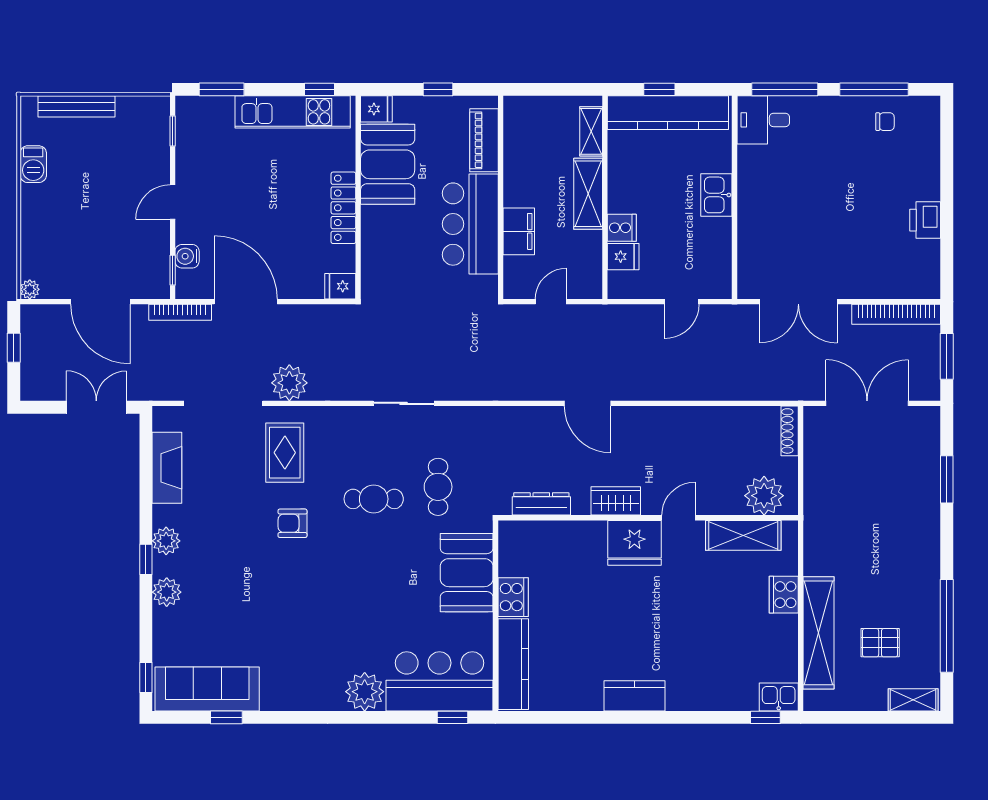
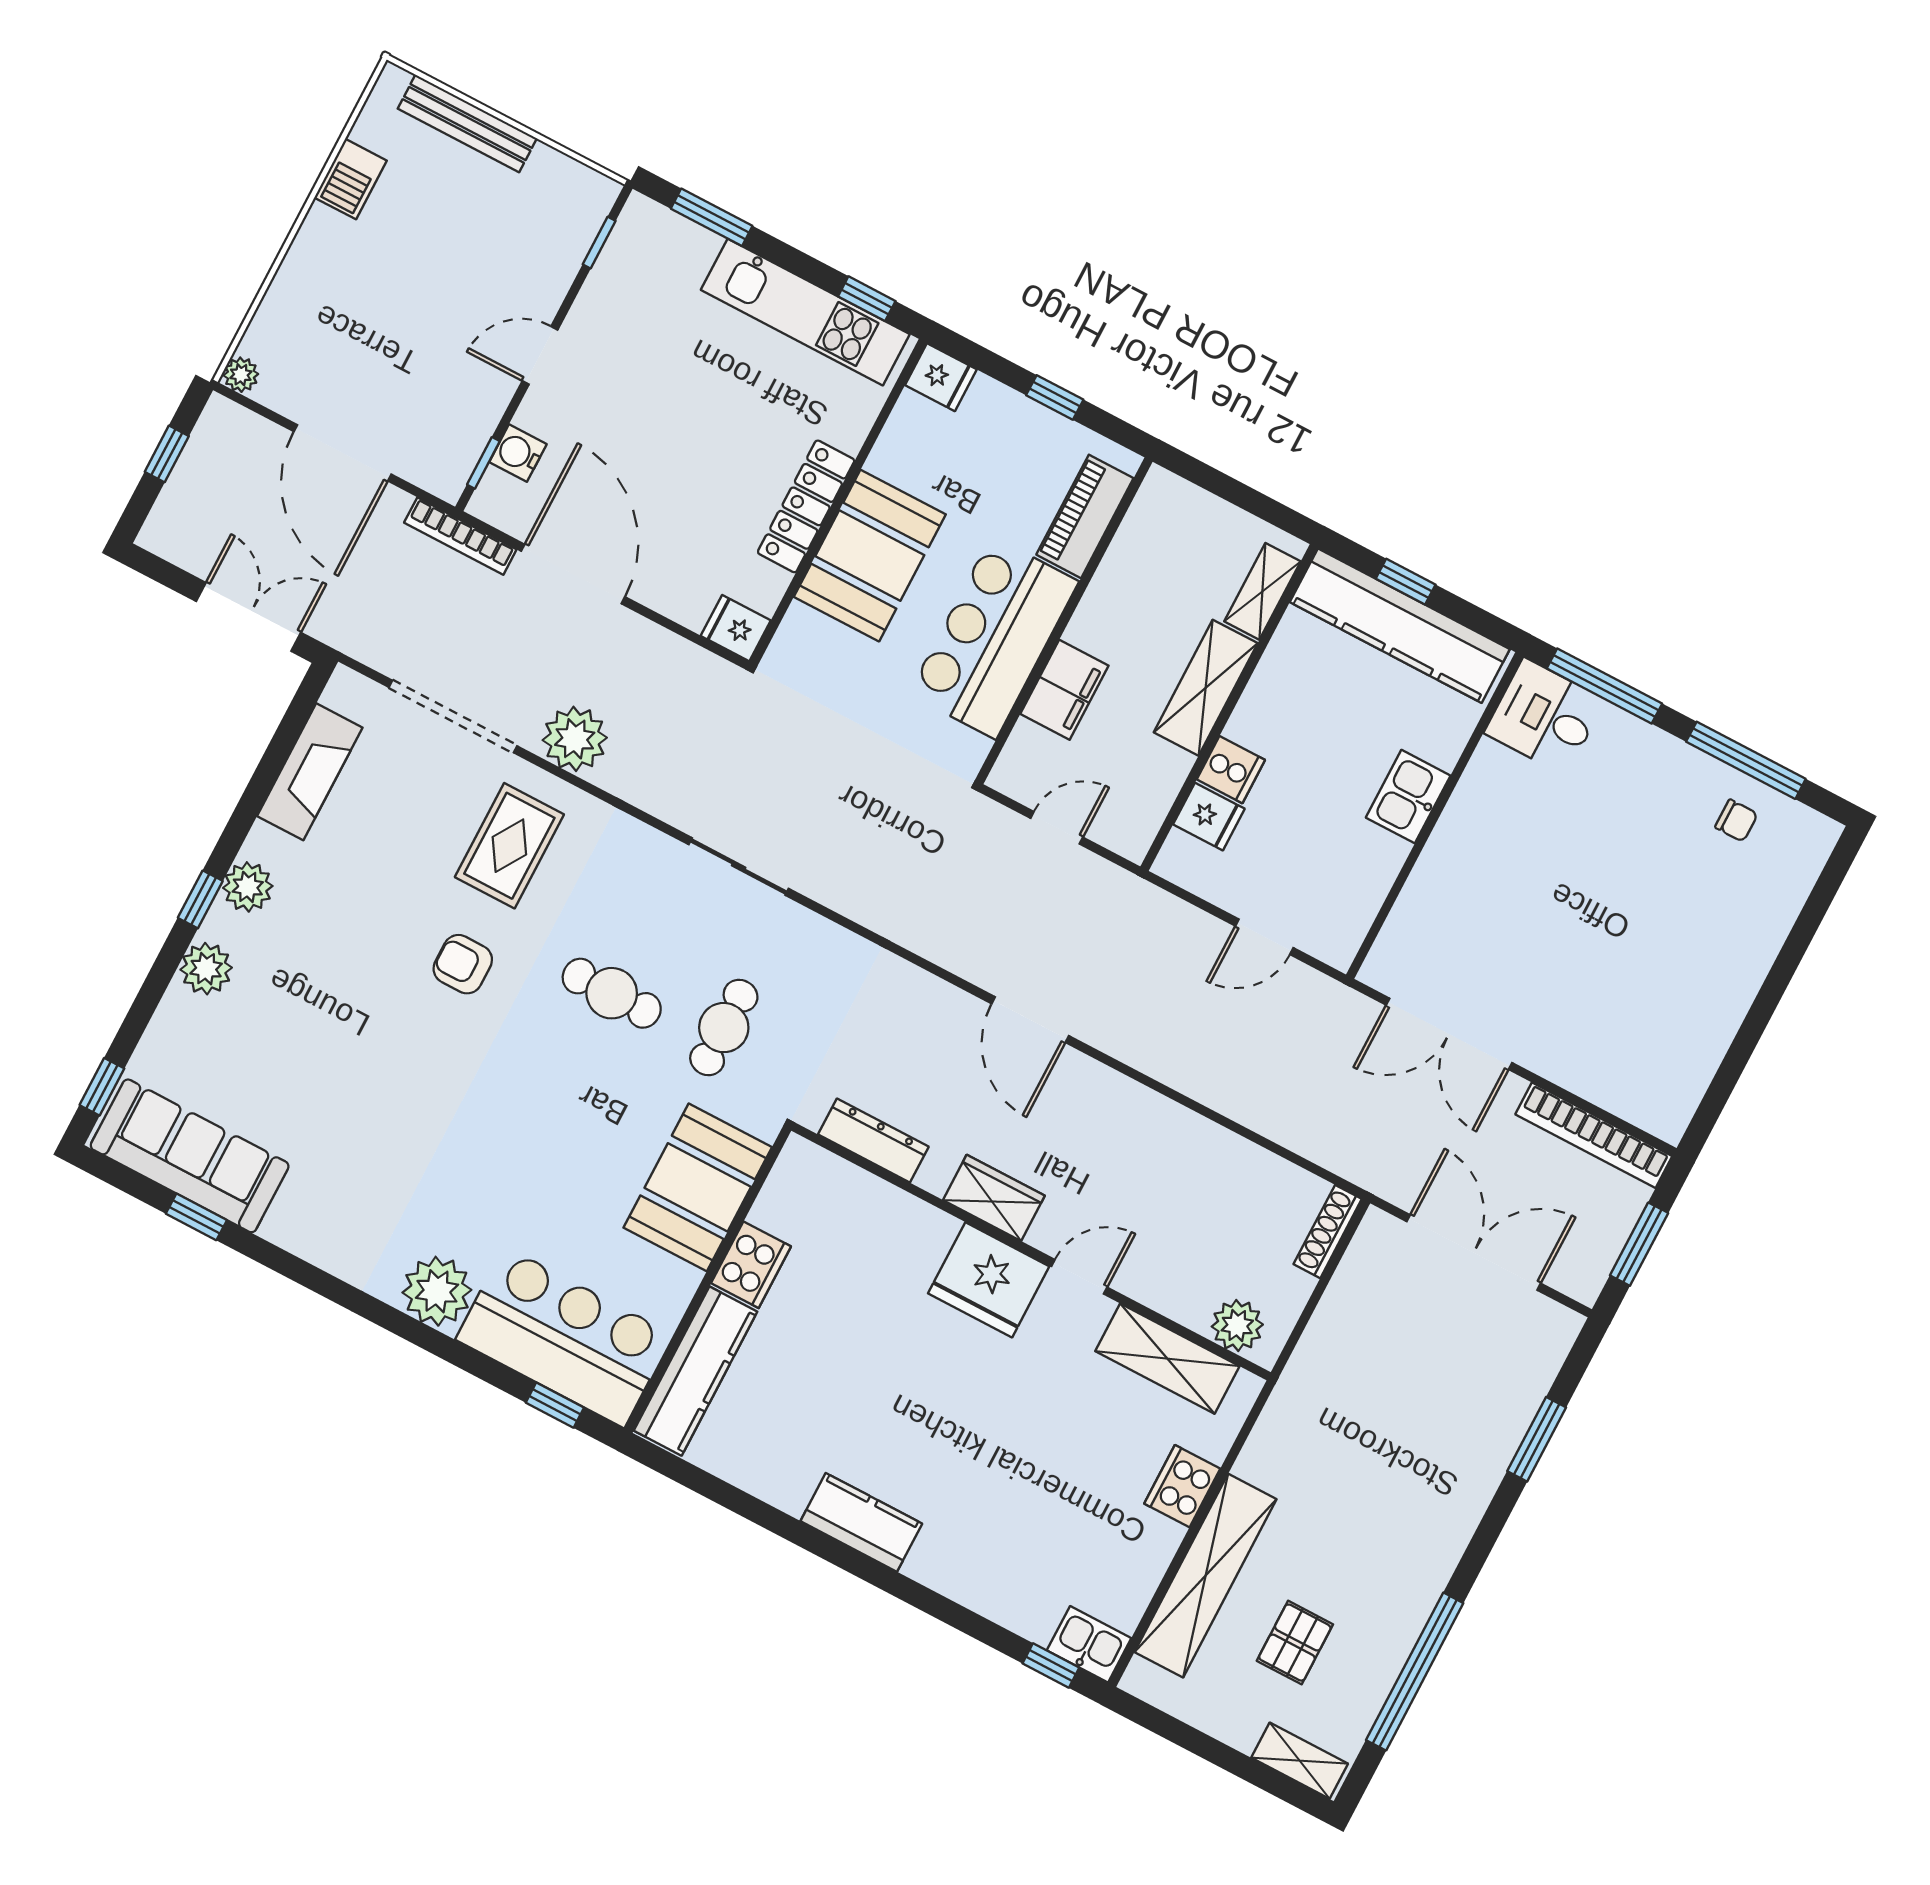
booth: (388, 164) -> (870, 556), moved
printer: (925, 220) -> (1718, 1010), removed
plant: (764, 496) -> (1237, 1326), width x0.73, depth x0.73
pallet: (880, 643) -> (1295, 1643), turned 90

